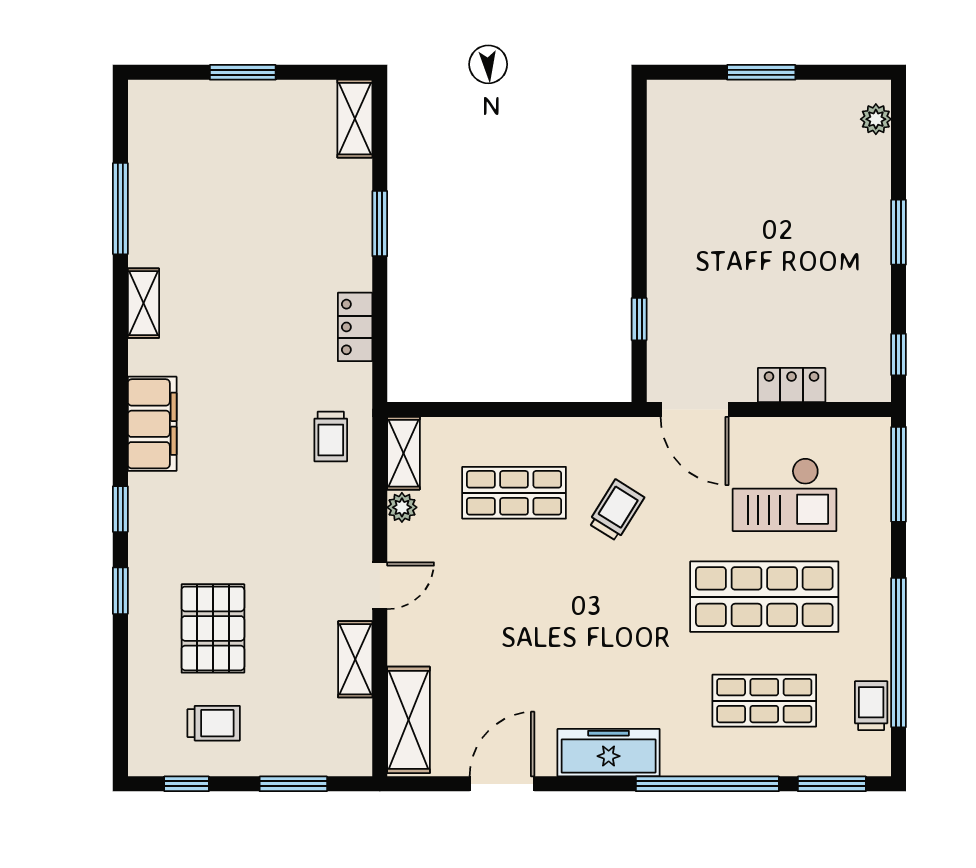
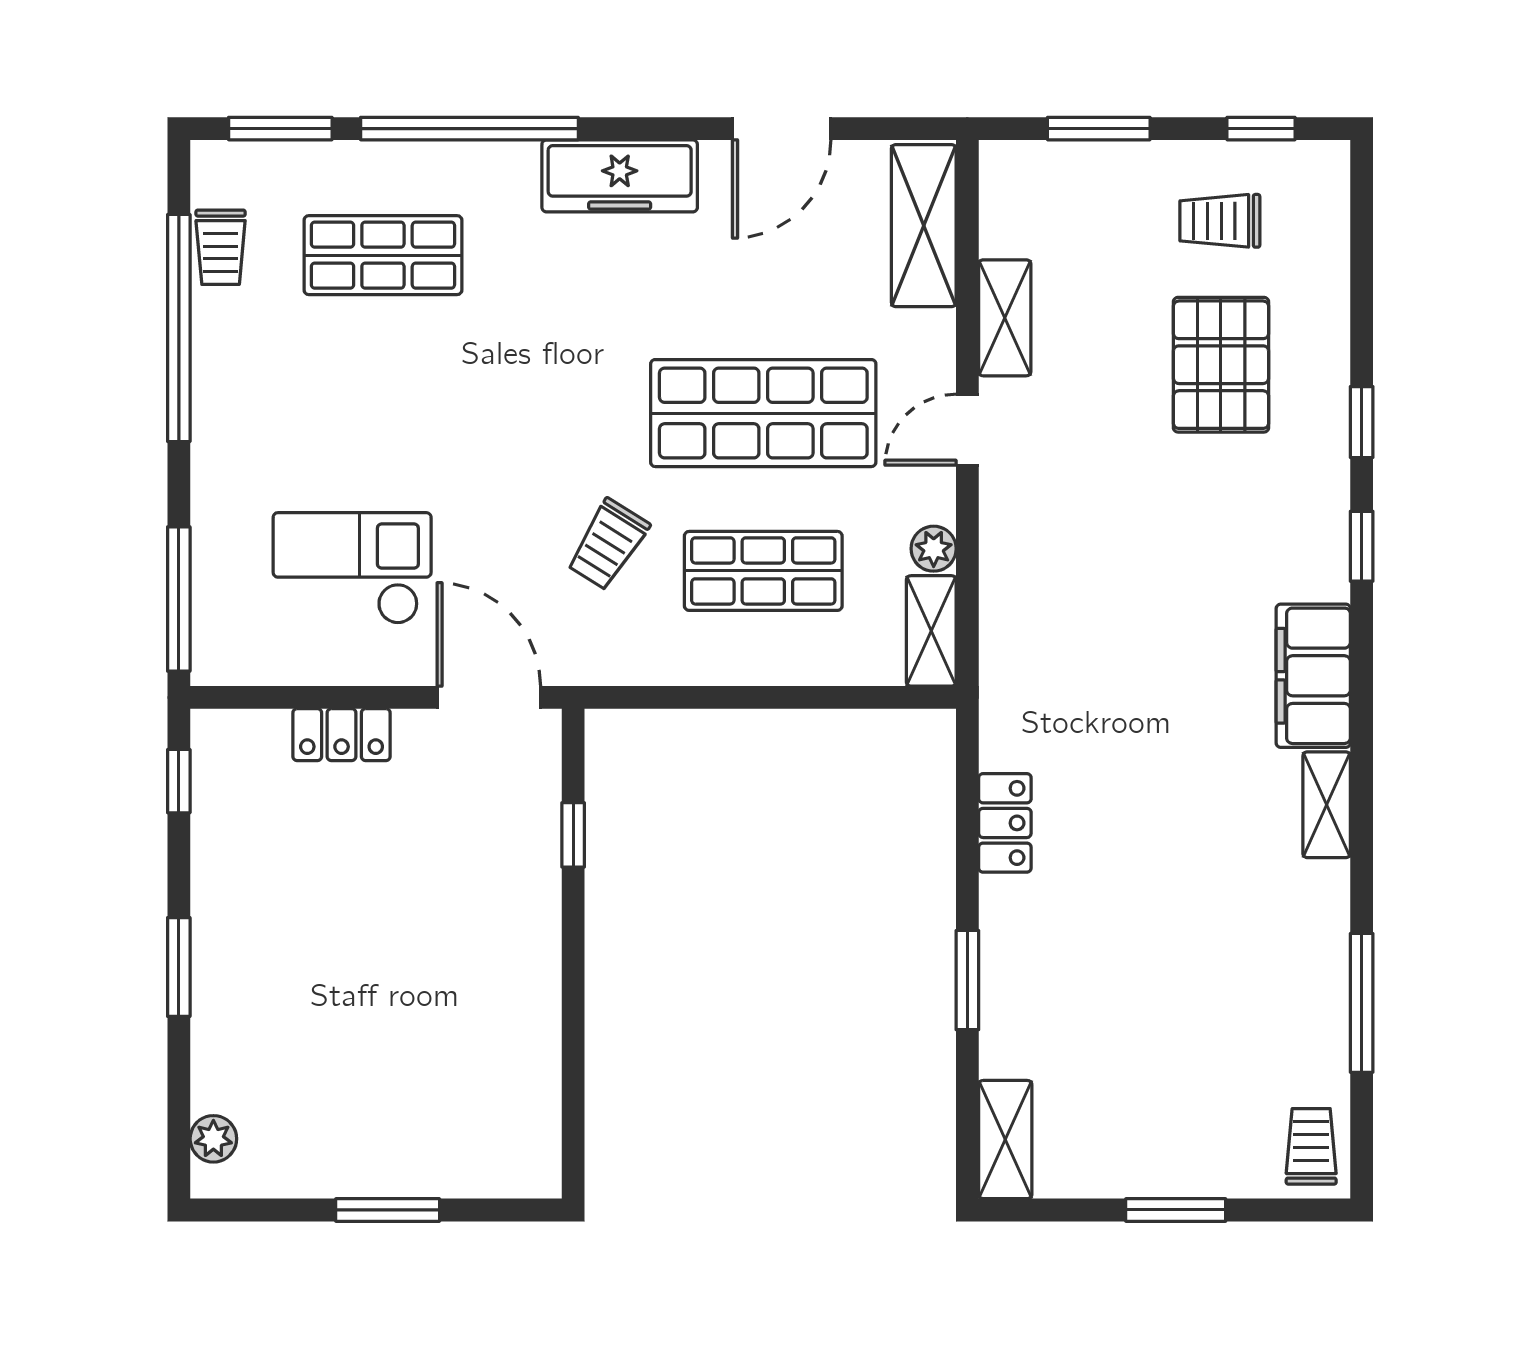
shelving: (143, 303) -> (1327, 805), moved
trolley: (331, 437) -> (1311, 1146), moved
shop shelf: (764, 597) -> (763, 413), moved

